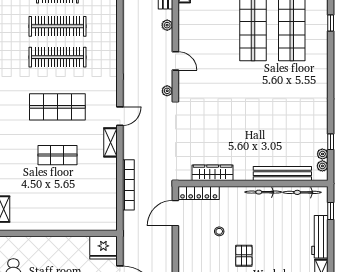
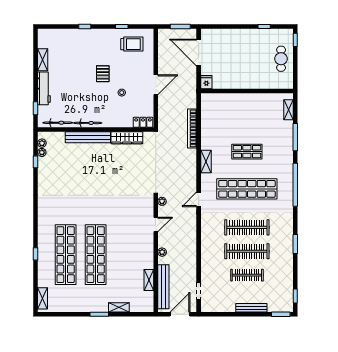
door: (175, 61) -> (156, 224), swing flipped
shop shelf: (57, 107) -> (247, 189), width x1.40
door: (120, 116) -> (199, 199), moved
bench: (282, 174) -> (88, 137), moved
locker: (199, 193) -> (143, 122), width x0.66
door: (175, 213) -> (156, 85), moved
fridge: (103, 248) -> (206, 82), width x0.53, depth x0.75

